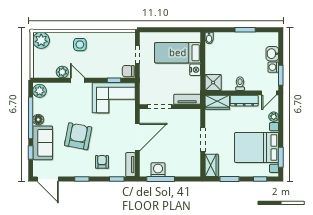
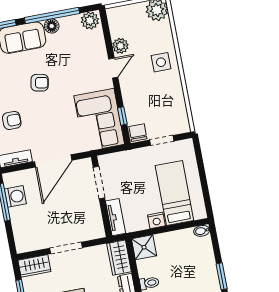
armchair: (78, 136) -> (40, 83), width x0.53, depth x0.53
door: (137, 137) -> (53, 161), hinge flipped

